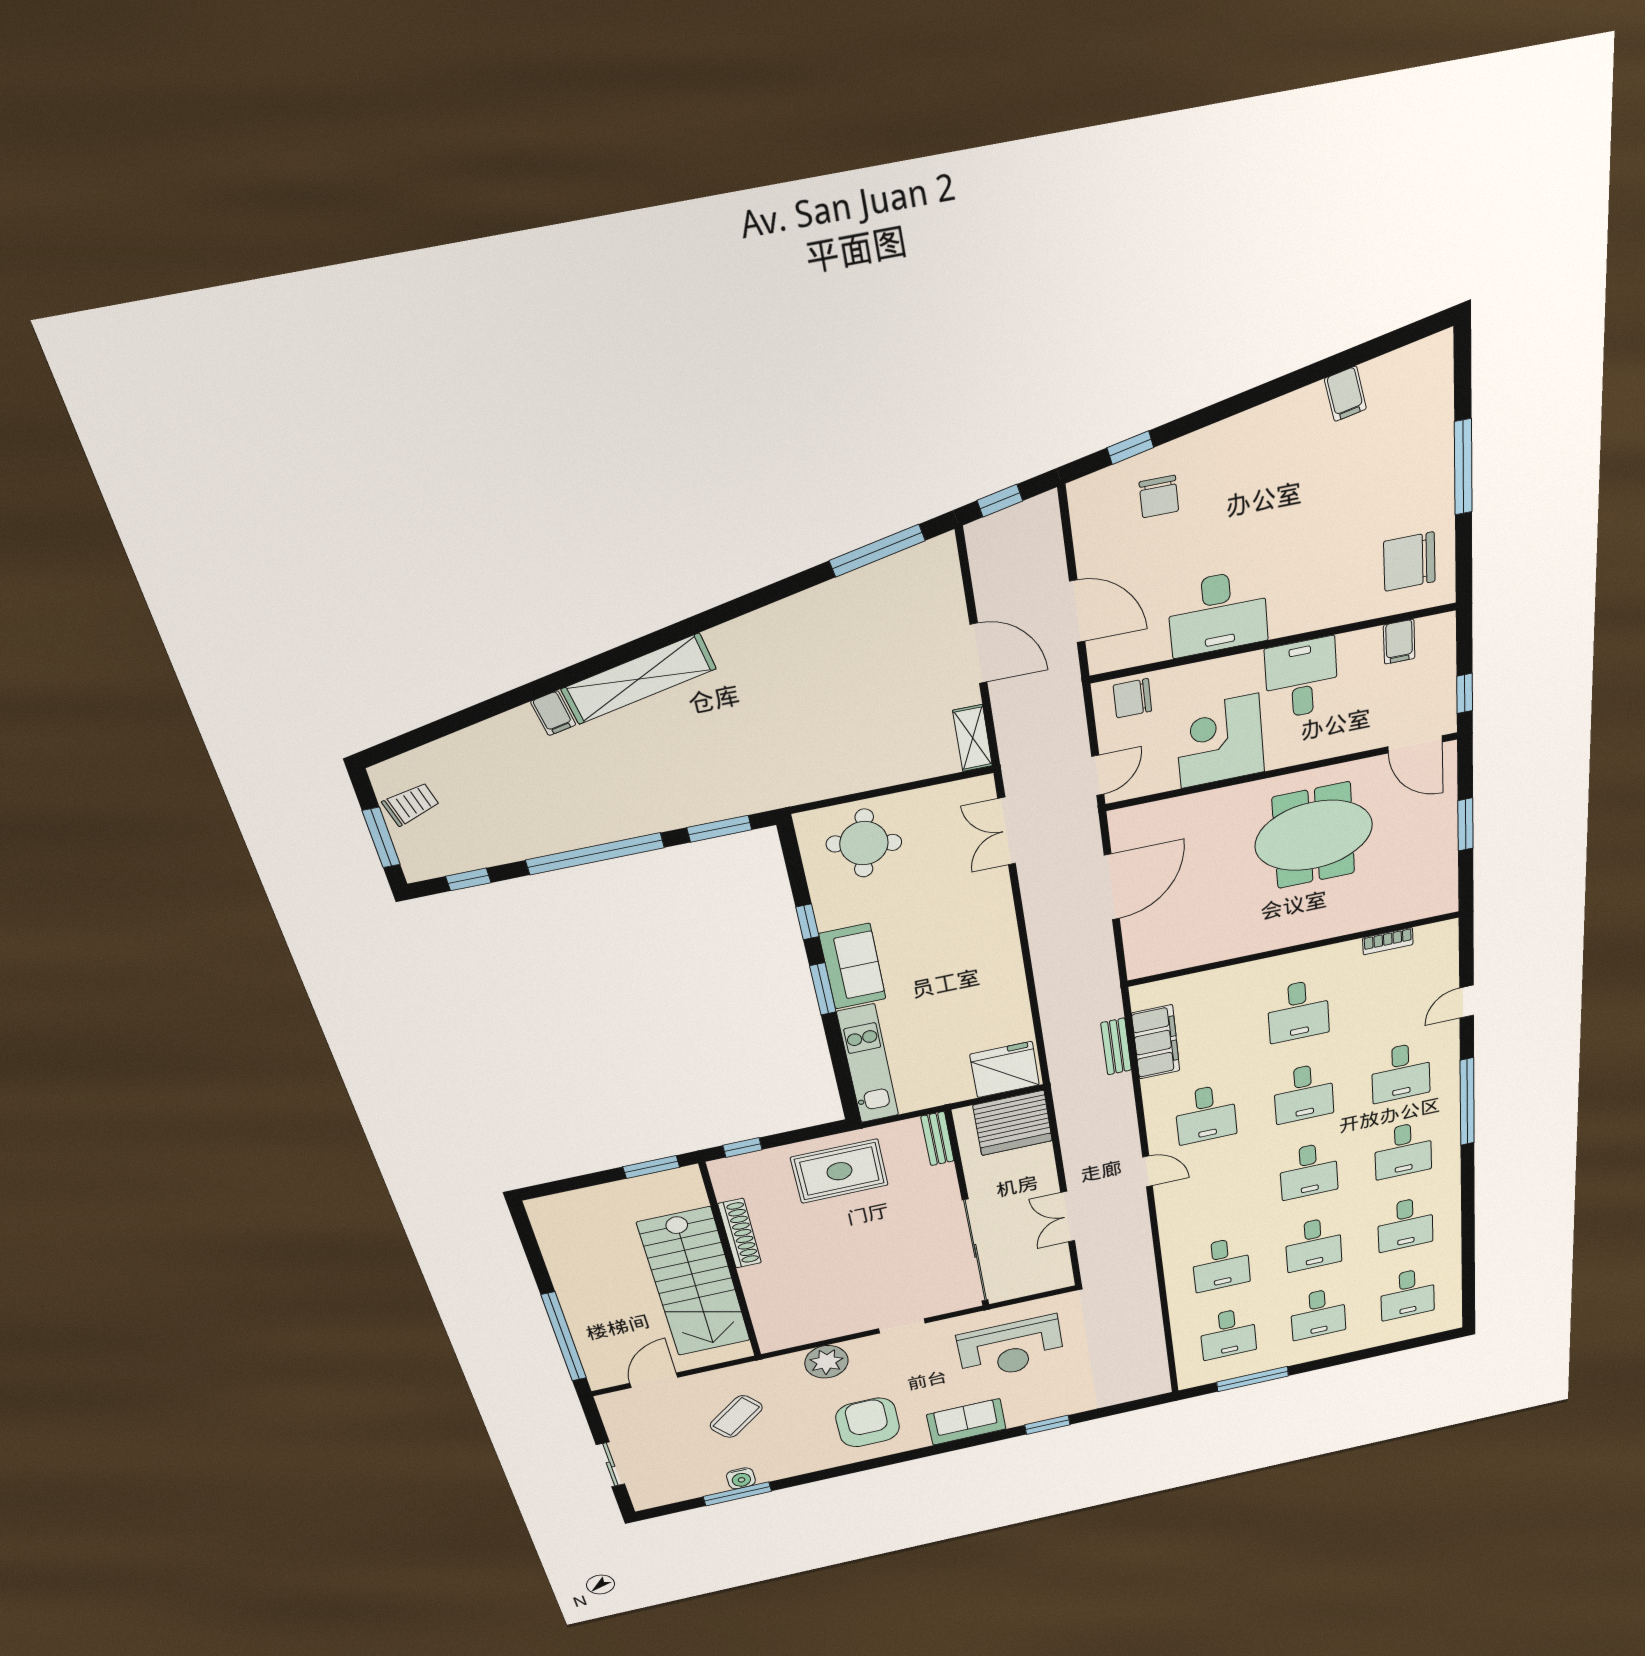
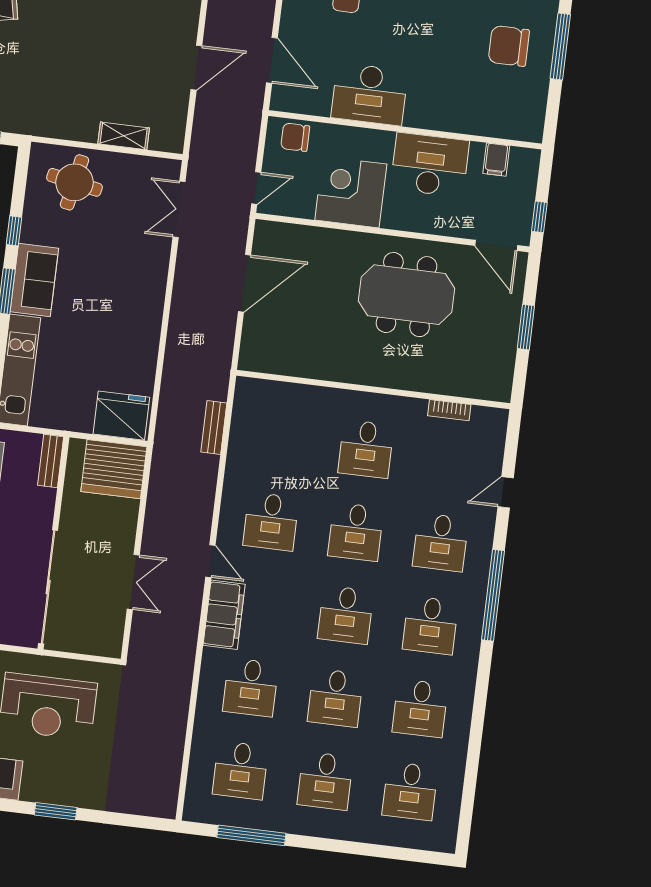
chair: (1409, 562) -> (509, 46), moved
door: (979, 653) -> (196, 68), hinge flipped
desk: (1301, 678) -> (430, 165), width x1.37
shelving: (973, 738) -> (124, 136), moved, turned 90
filing cabinet: (1156, 1042) -> (224, 615), moved
double door: (1068, 1217) -> (133, 582), swing flipped

